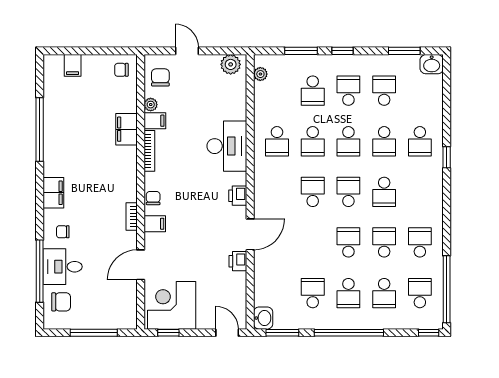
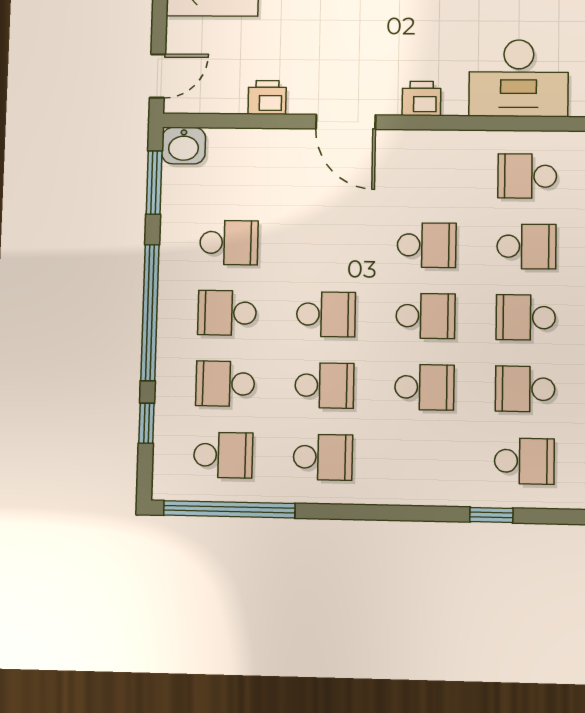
school desk: (313, 141) -> (526, 246), turned 180
school desk: (420, 141) -> (524, 461), turned 180
school desk: (384, 192) -> (424, 387), turned 180
printer: (238, 261) -> (267, 97), moved
window: (429, 333) -> (146, 423), moved

